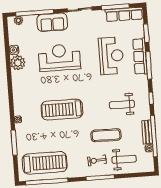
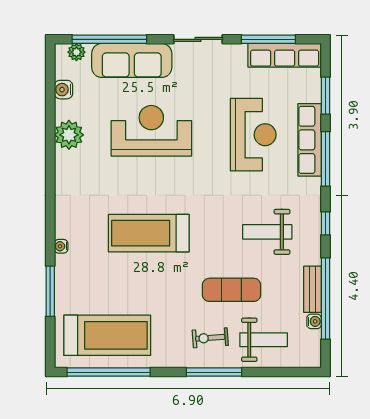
sofa: (52, 22) -> (132, 60), width x1.36
water cooler: (14, 50) -> (63, 90), moved

